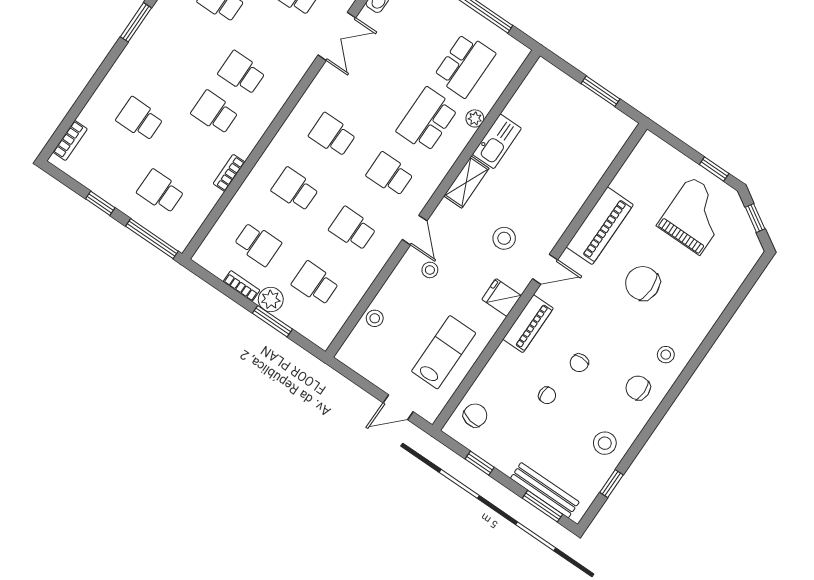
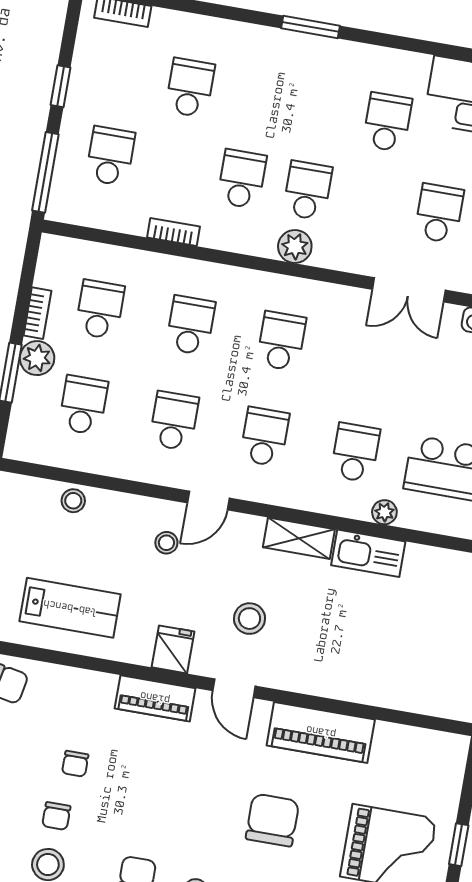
plant: (275, 98) -> (295, 246), added
school desk: (427, 120) -> (355, 453), width x0.54
school desk: (258, 244) -> (100, 309), turned 180
chair: (579, 363) -> (56, 816), moved, turned -90

